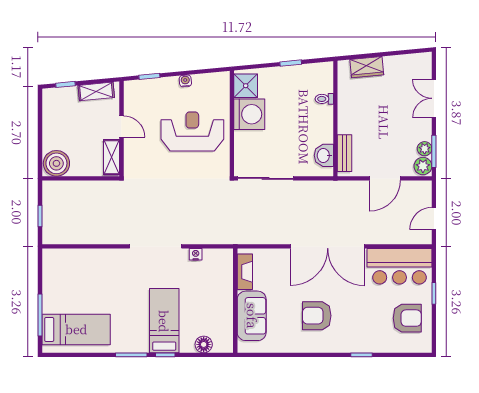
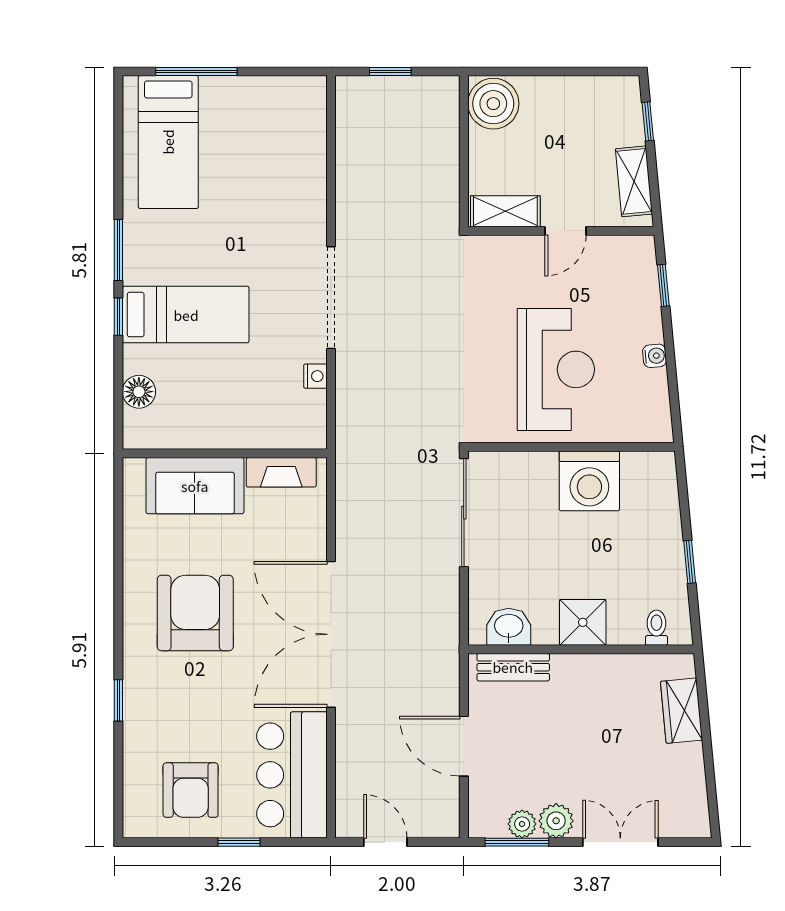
shower: (246, 86) -> (583, 622), moved
toilet: (324, 99) -> (656, 628), moved
plant: (423, 166) -> (556, 821), moved
armchair: (317, 316) -> (195, 613), width x1.36, depth x1.36

